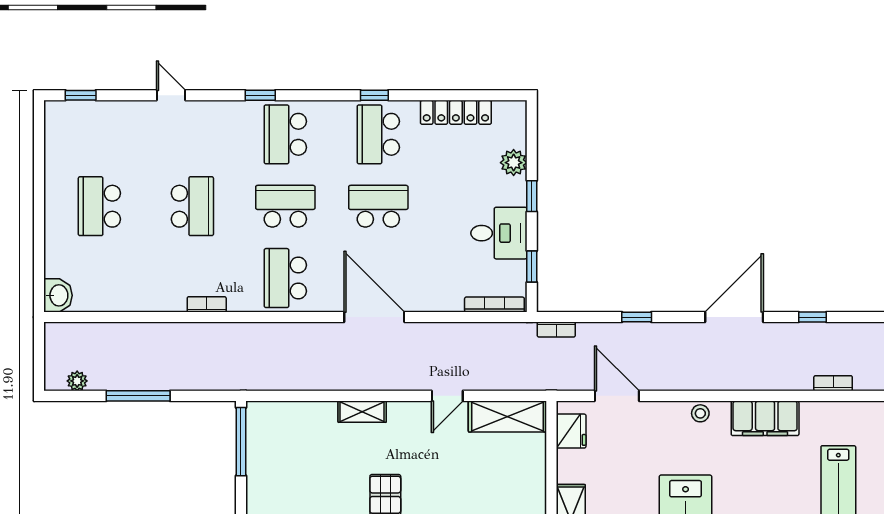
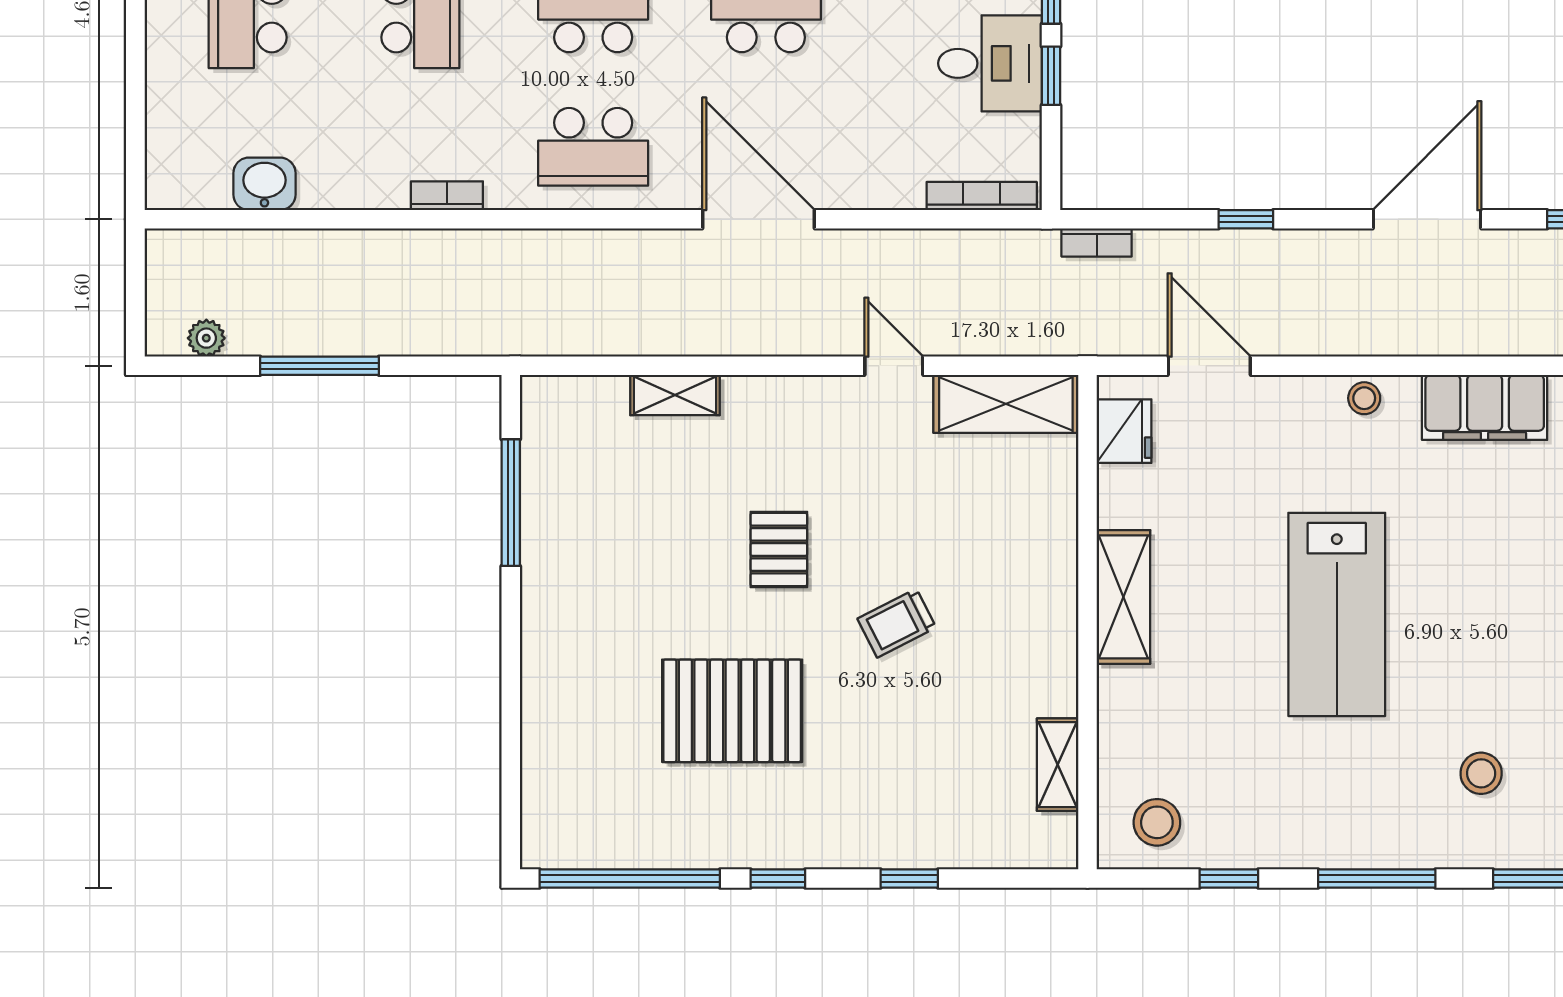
window: (532, 266) -> (1051, 76), moved
school desk: (285, 278) -> (593, 147), turned -90
washbasin: (58, 295) -> (264, 184), moved, turned -90
door: (447, 396) -> (894, 366), swing flipped
shelving: (362, 412) -> (675, 395), moved
window: (241, 442) -> (511, 503), moved

